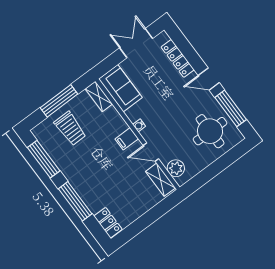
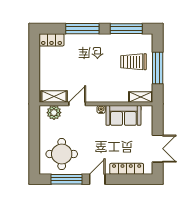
sofa: (120, 88) -> (123, 115), moved
filing cabinet: (127, 139) -> (98, 95), removed

